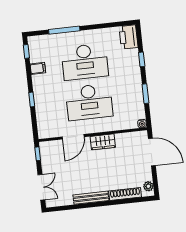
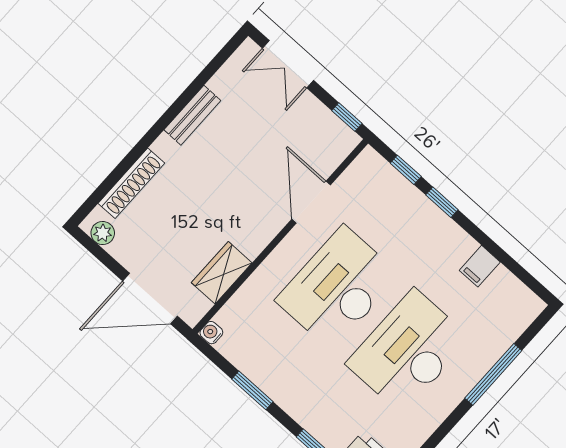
window: (26, 51) -> (406, 170), moved
wardrobe: (103, 142) -> (222, 273), moved
bench: (91, 198) -> (192, 115), width x0.73

